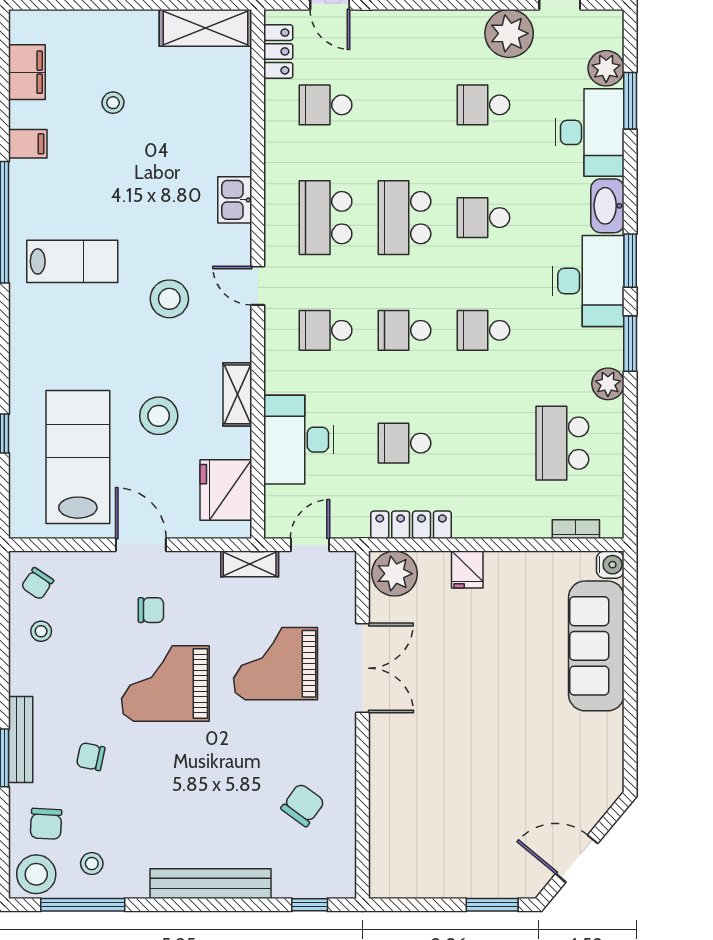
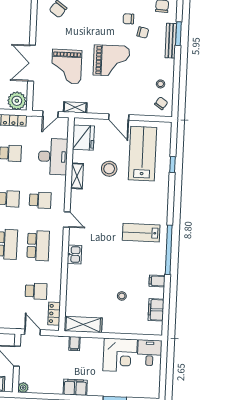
stool: (169, 299) -> (103, 216), removed
lab bench: (78, 457) -> (143, 154), turned 180
chair: (151, 610) -> (128, 19), moved
grand piano: (275, 664) -> (67, 67), turned 90

